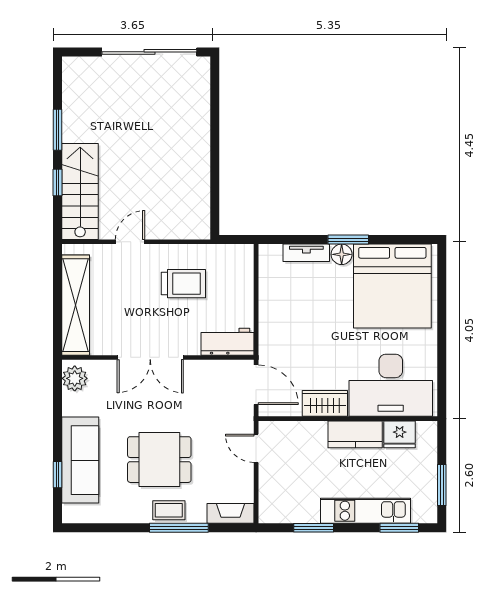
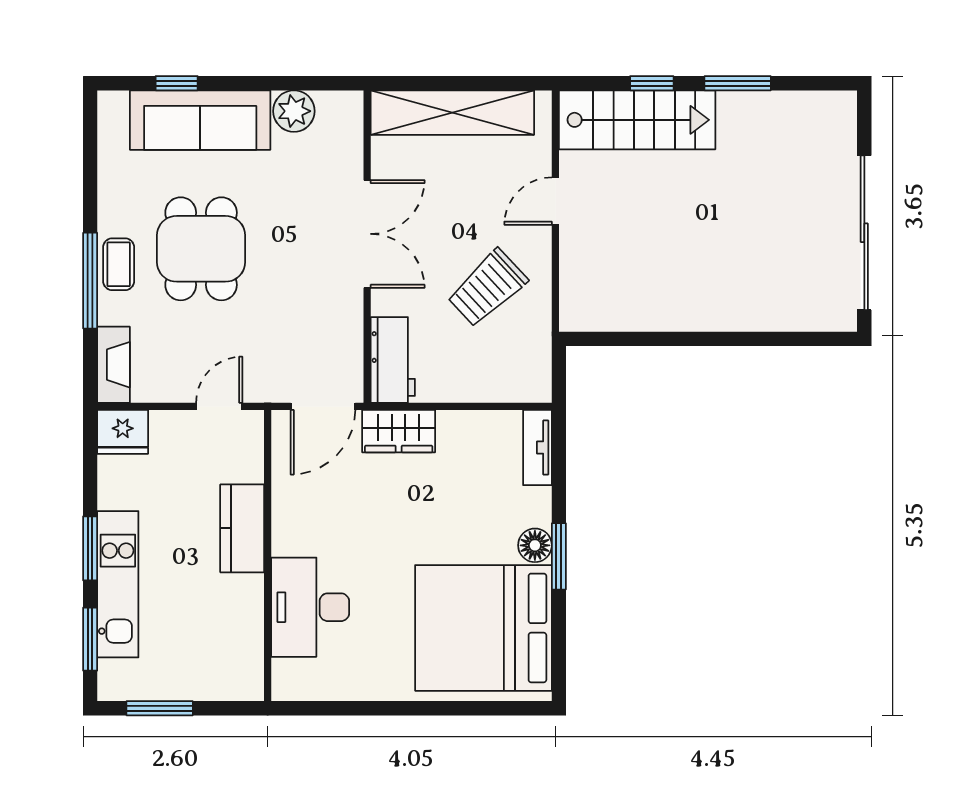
door: (130, 242) -> (555, 201), swing flipped
tv unit: (306, 253) -> (537, 448), moved
trolley: (183, 284) -> (487, 288), turned 47
double door: (150, 357) -> (367, 234), swing flipped
plant: (75, 378) -> (294, 111), moved
desk: (391, 385) -> (310, 607), width x0.73, depth x0.77
wardrobe: (325, 403) -> (399, 431), moved, turned 90
kitchen counter: (355, 434) -> (242, 528), moved
fridge: (400, 434) -> (123, 432), moved, turned -90
window: (314, 528) -> (90, 548), moved

